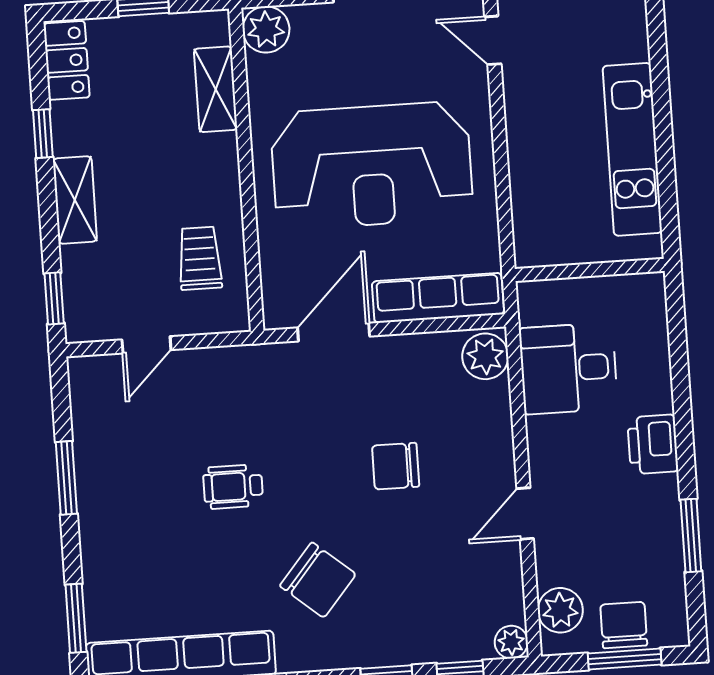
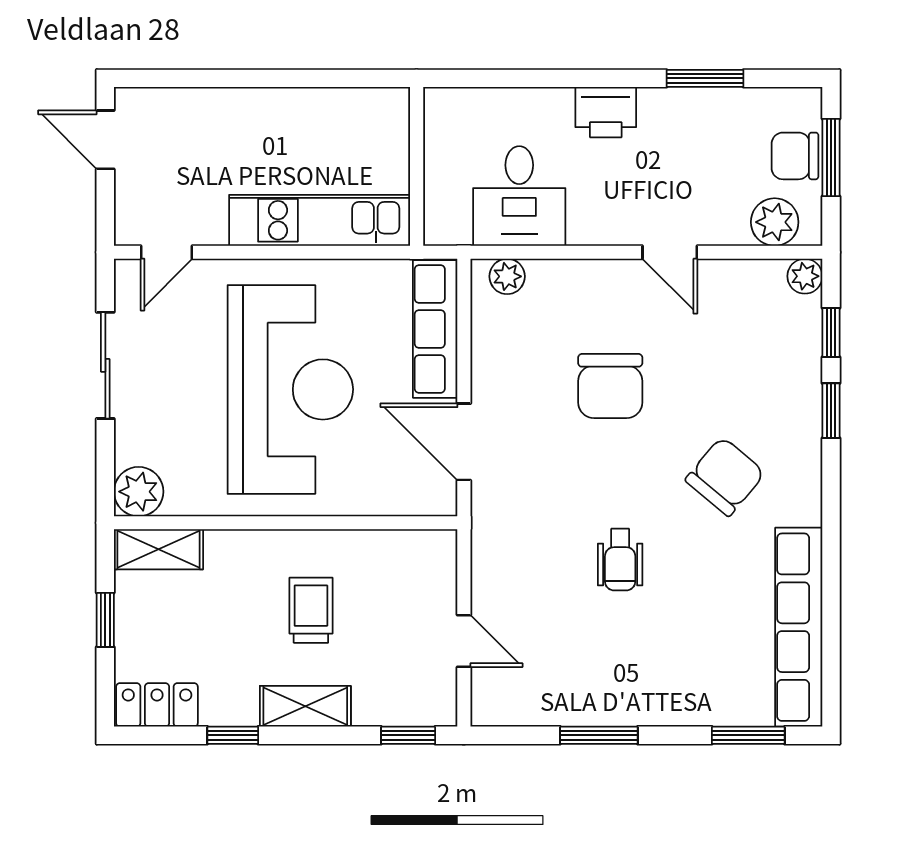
shelving: (216, 89) -> (158, 549), moved
kitchen unit: (632, 149) -> (320, 220), moved, turned 180
trolley: (200, 258) -> (311, 610), moved, turned 90
plant: (485, 356) -> (507, 276), width x0.73, depth x0.73
chair: (396, 466) -> (610, 386), width x1.37, depth x1.37

